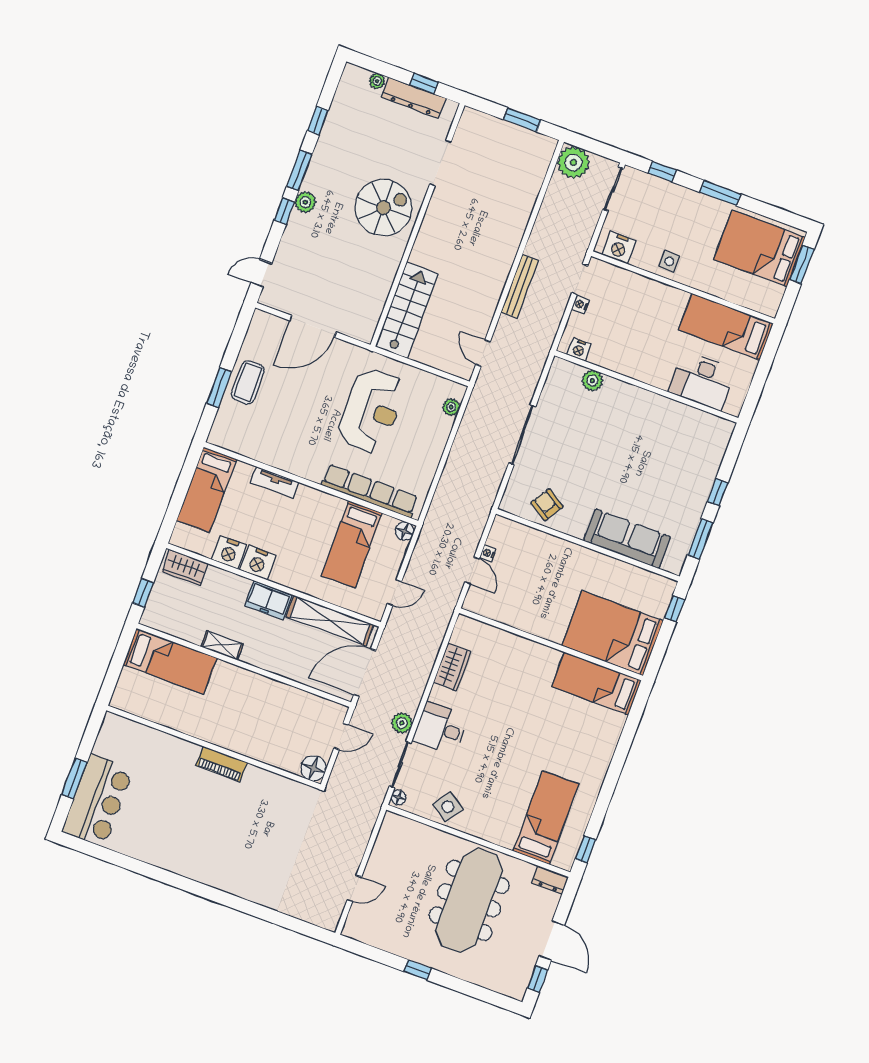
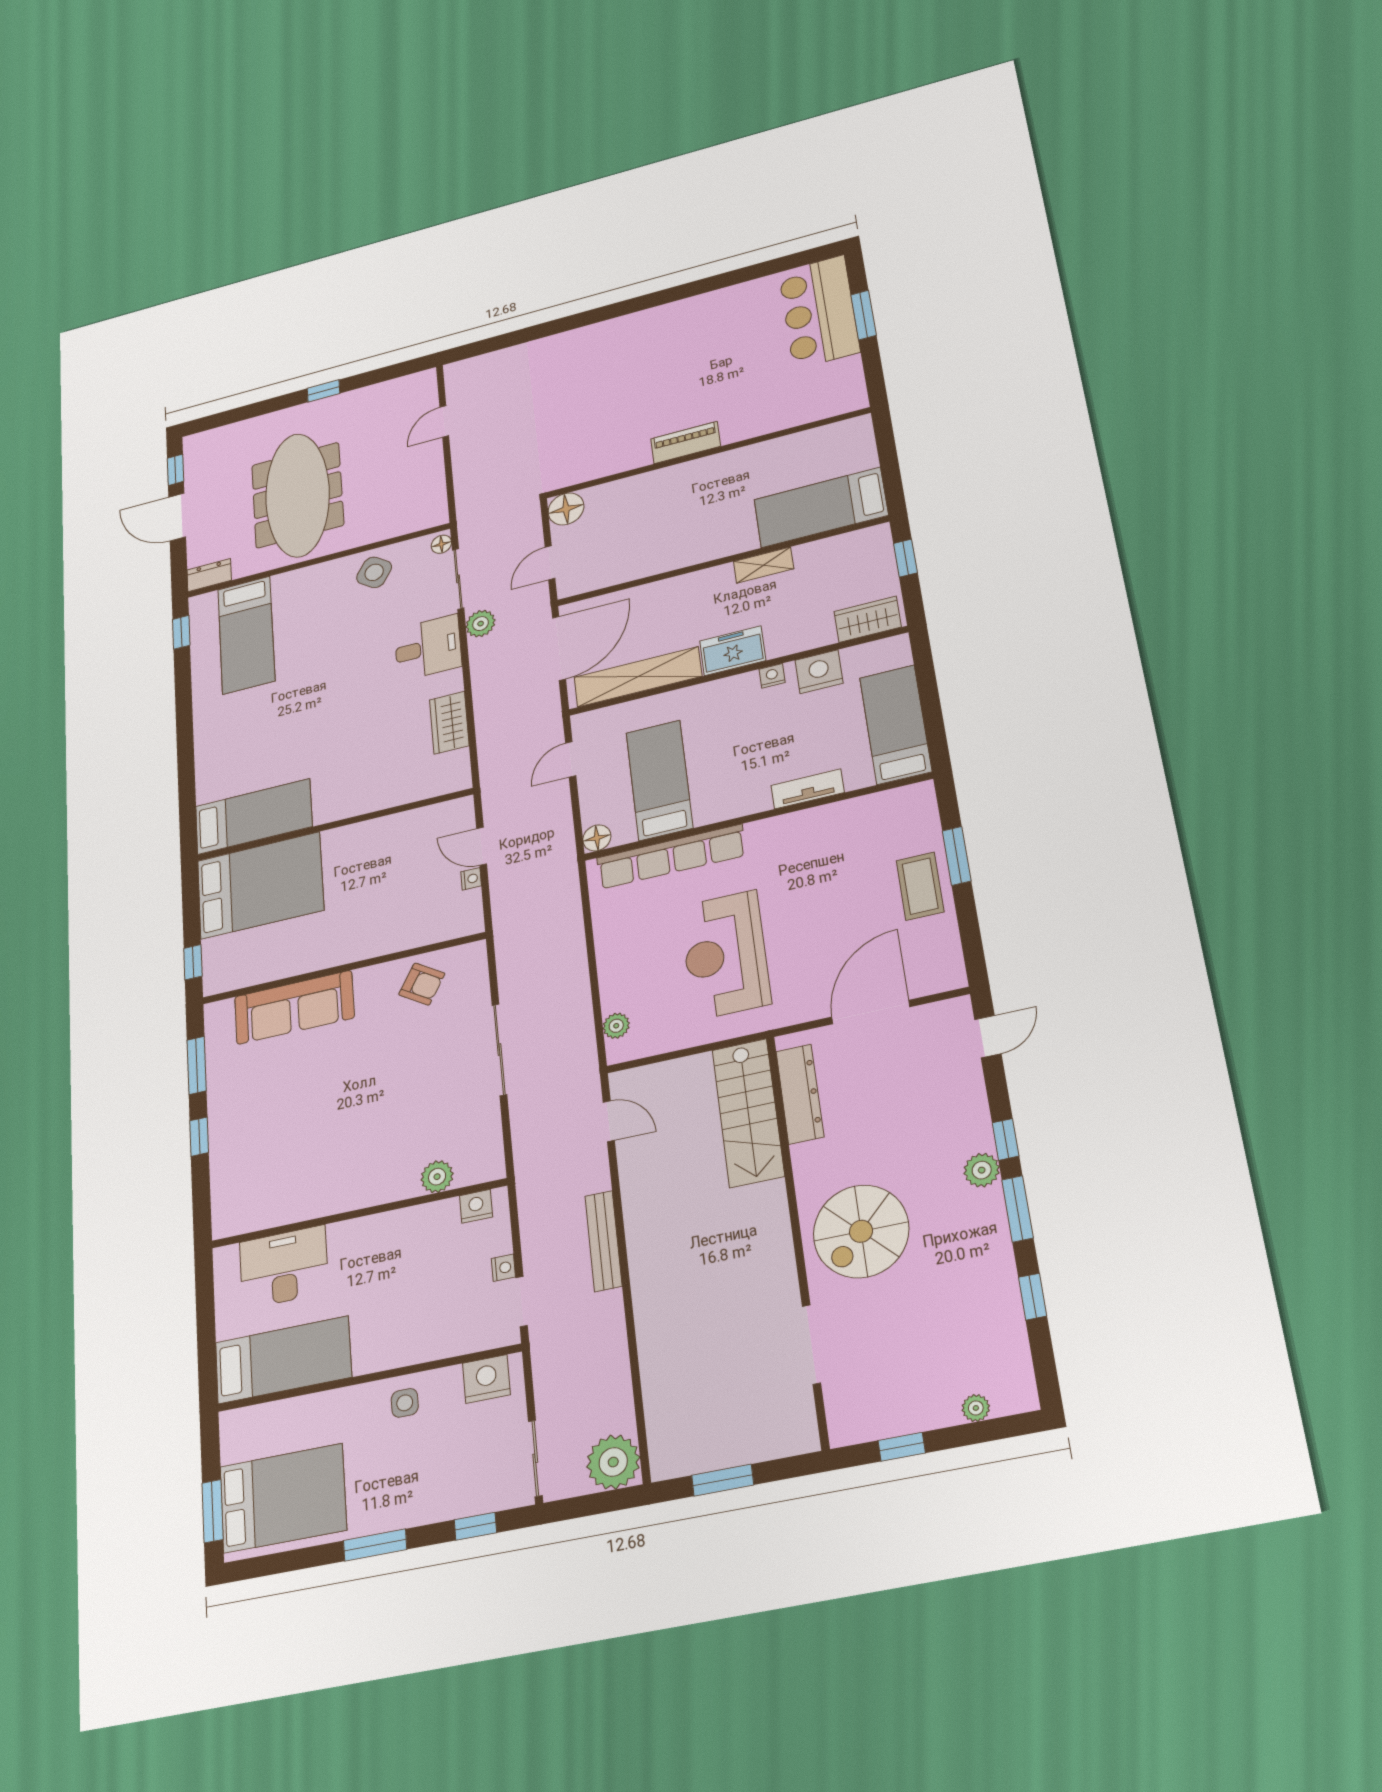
dresser: (414, 98) -> (800, 1094), moved, turned 90
nightstand: (258, 563) -> (772, 676), width x0.53, depth x0.56

